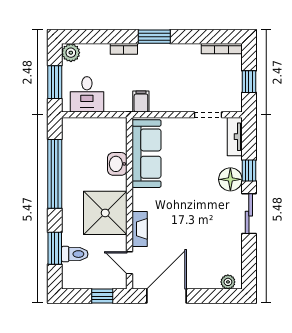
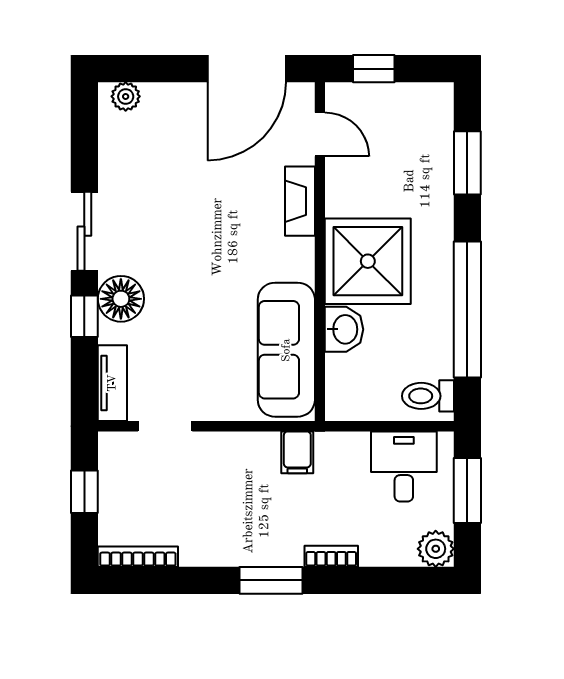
shower: (105, 213) -> (368, 261), moved
toilet: (75, 254) -> (428, 396), moved

